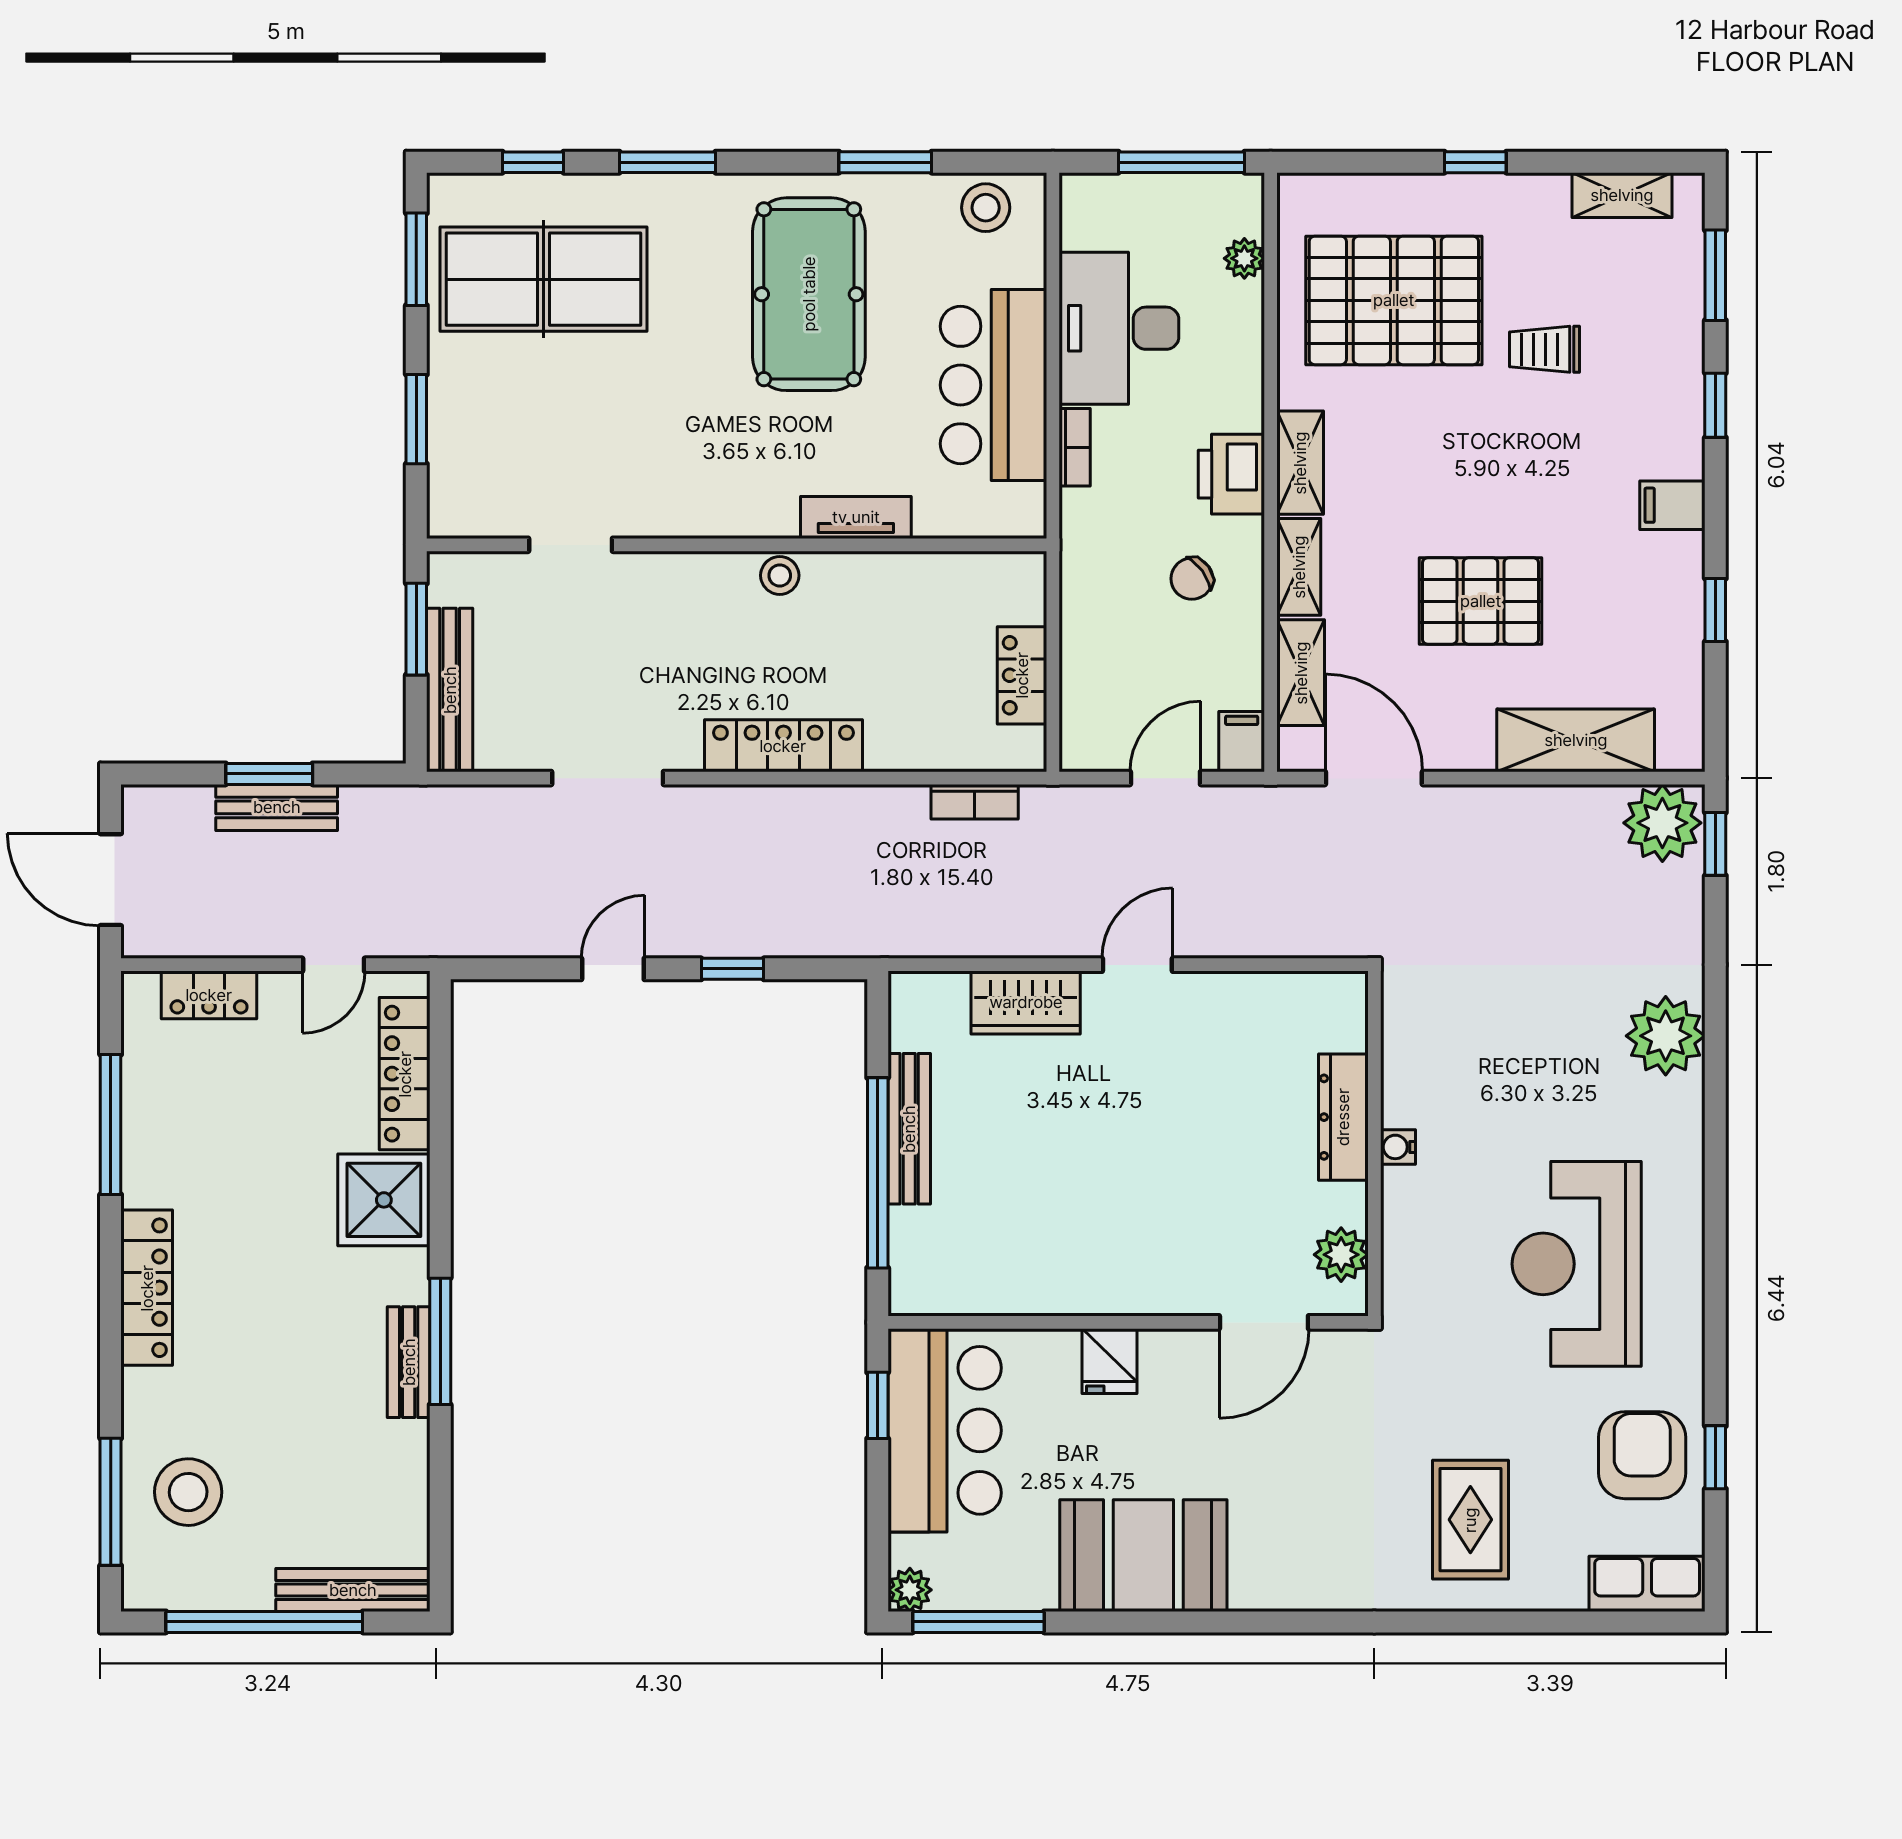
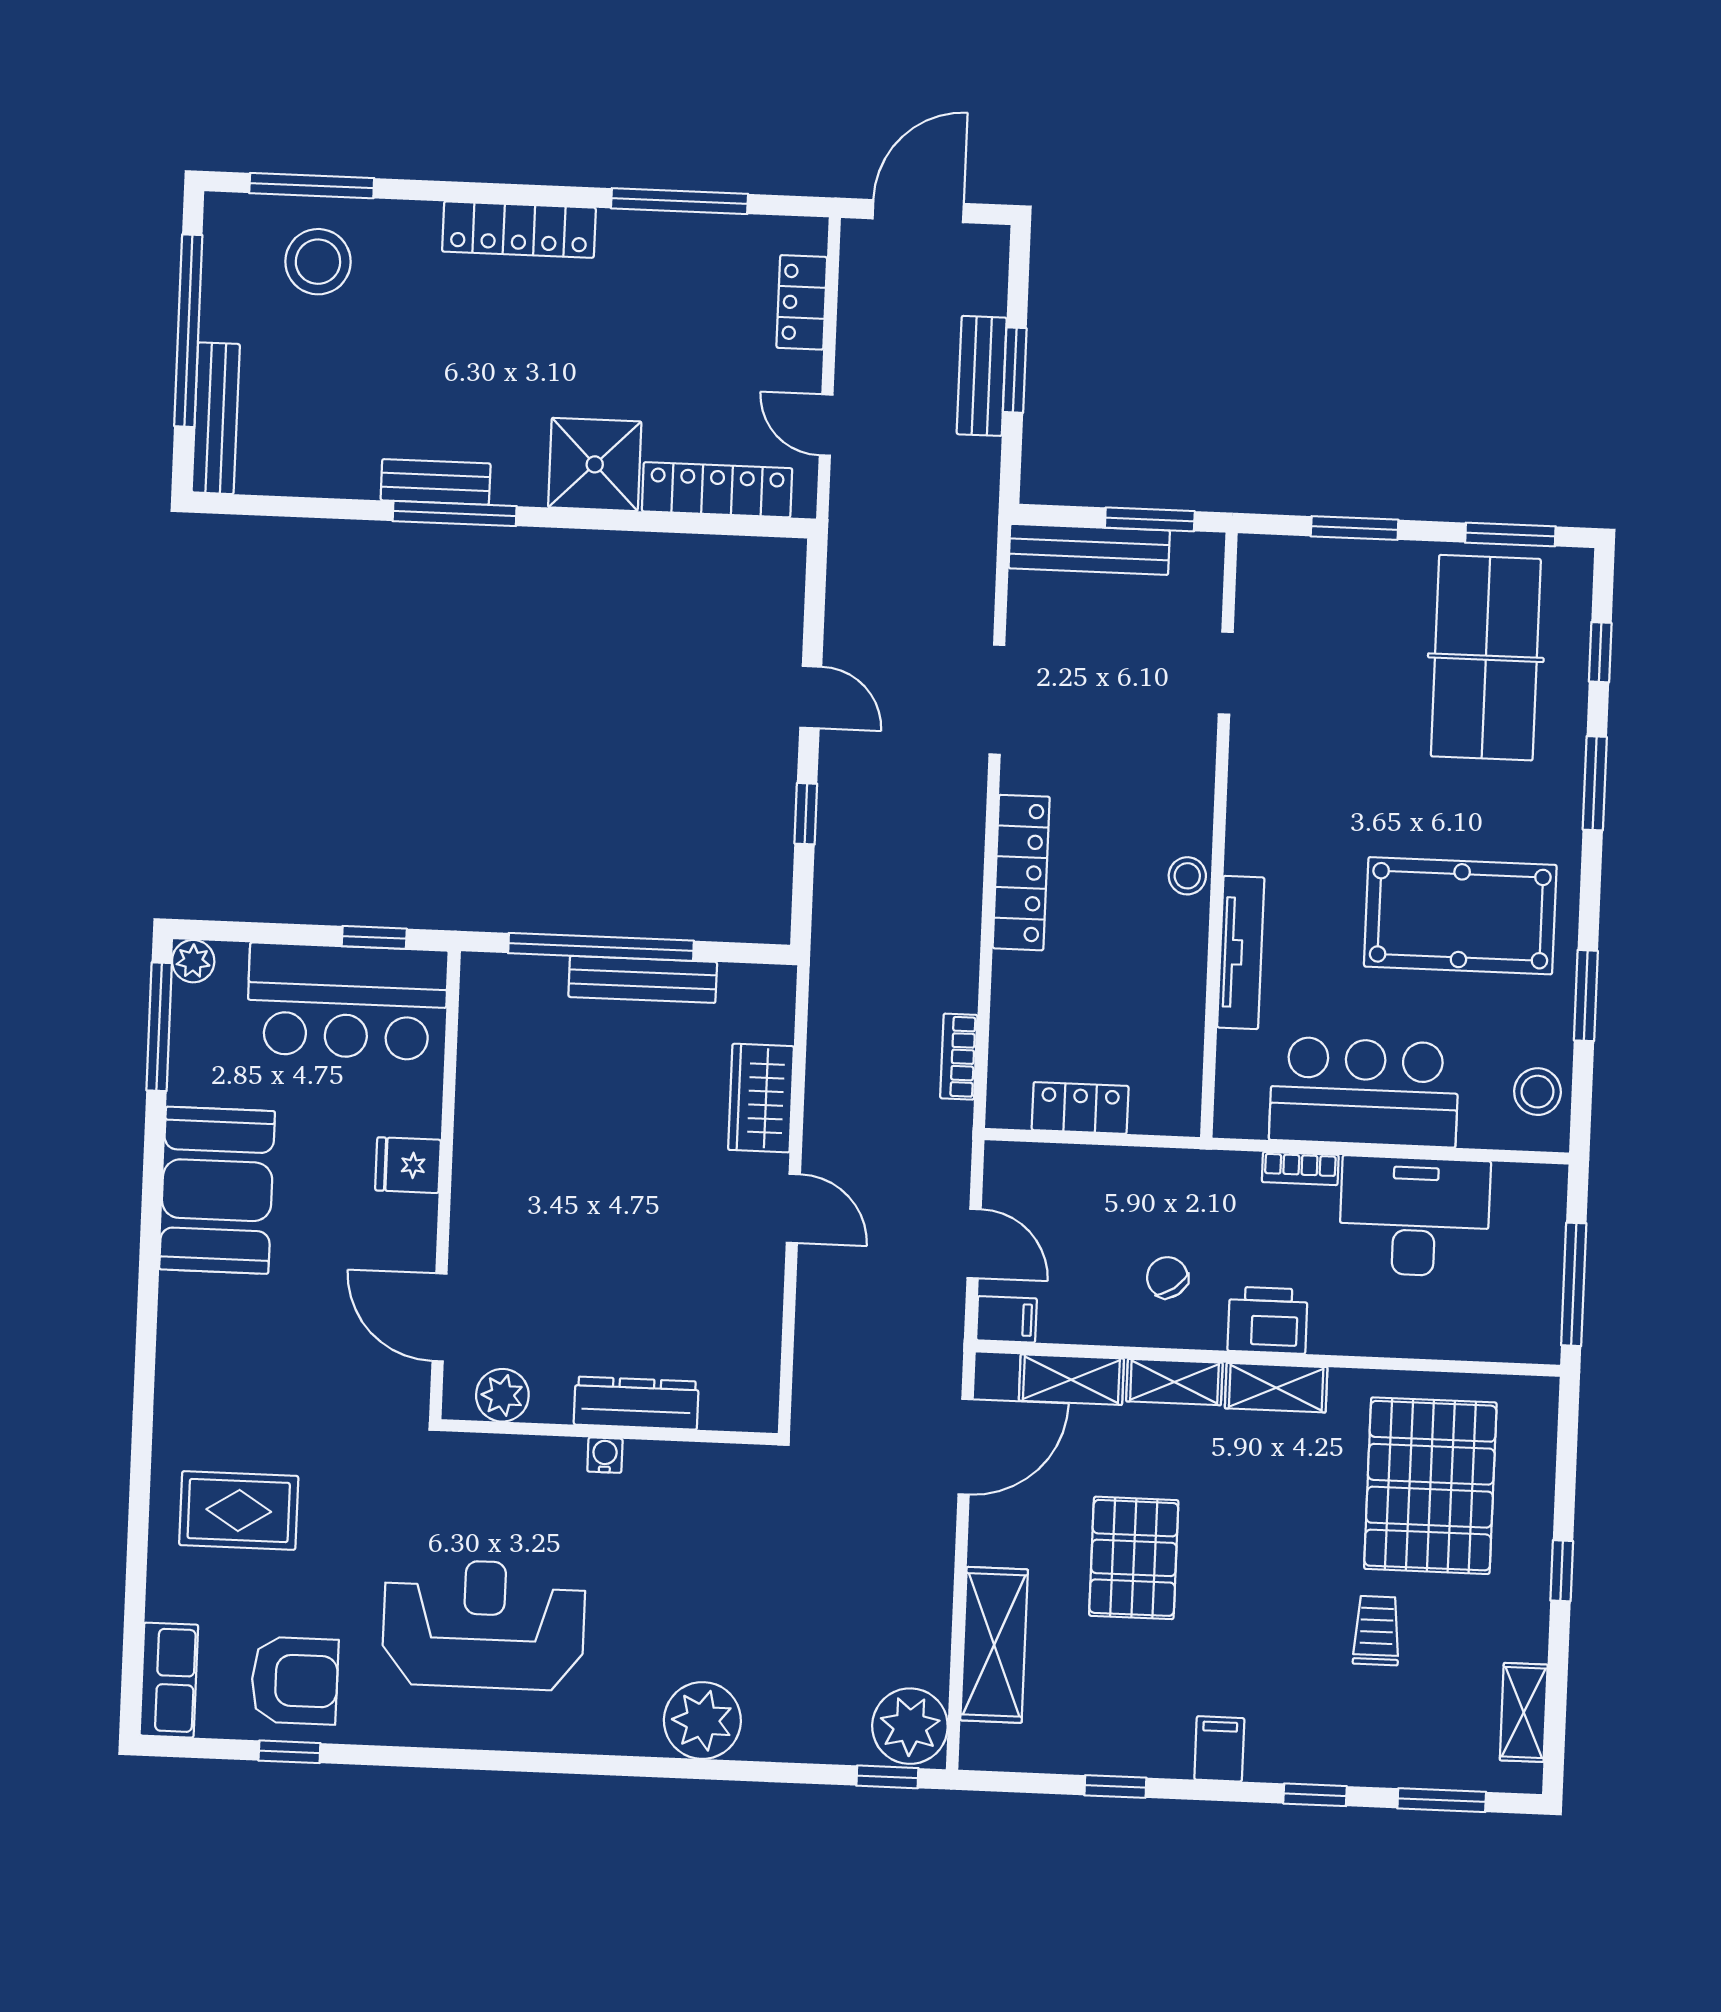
plant: (1244, 258) -> (1477, 1342), removed
tv unit: (856, 517) -> (1241, 952), width x1.41

